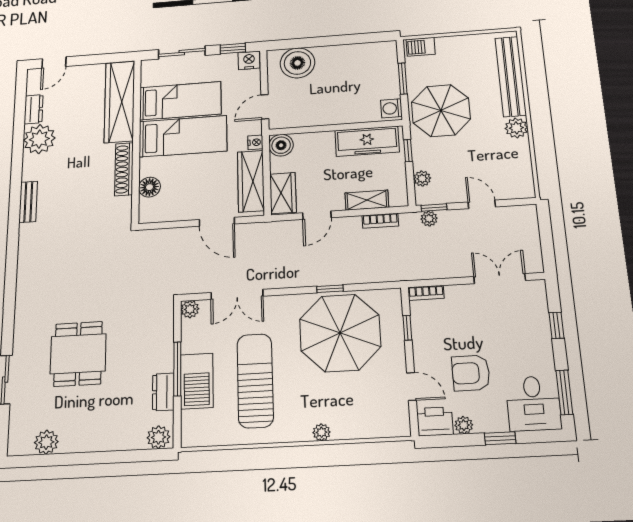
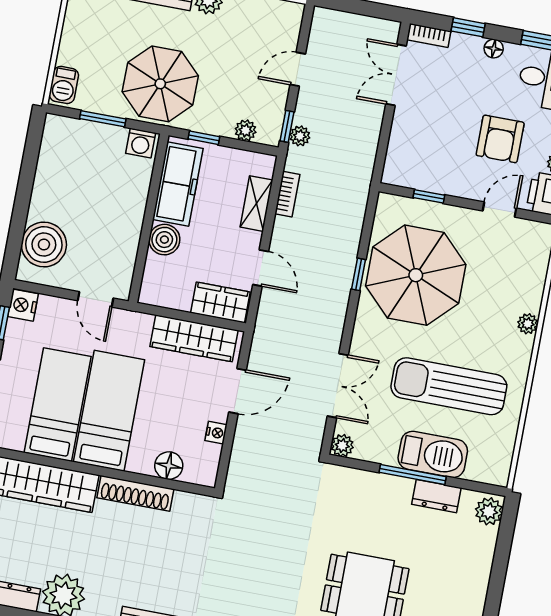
nightstand: (255, 142) -> (216, 433), moved, turned 90
boiler: (281, 145) -> (164, 240), moved
bookcase: (426, 293) -> (429, 35), moved, turned 90
floor lamp: (545, 350) -> (494, 49), added

